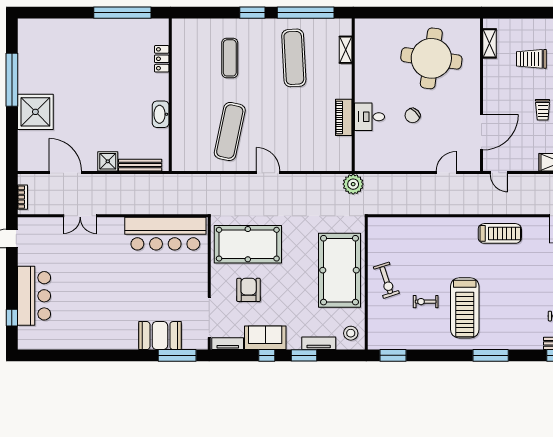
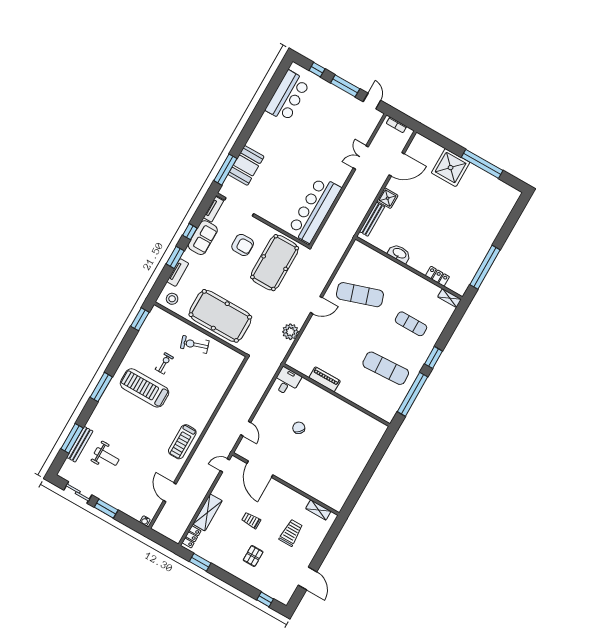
shelving: (346, 50) -> (450, 298), moved
round table: (431, 58) -> (331, 464), removed
desk: (370, 117) -> (287, 382), moved
exercise mat: (230, 131) -> (360, 295), turned -30
plant: (353, 184) -> (290, 332), moved
window: (12, 277) -> (345, 86), added
bar counter: (34, 296) -> (288, 96), moved, turned -90

